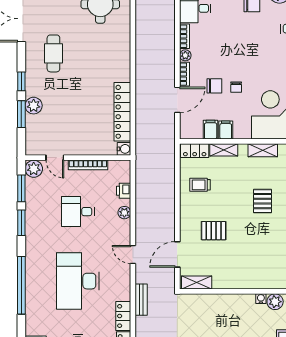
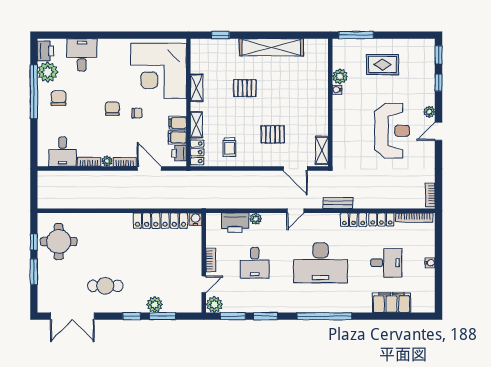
chair: (214, 86) -> (112, 109), moved
printer: (194, 132) -> (179, 153), added
bookcase: (88, 165) -> (211, 260), width x0.64
printer: (124, 191) -> (235, 223), width x1.87, depth x1.48
pallet: (214, 231) -> (273, 134), turned 90

